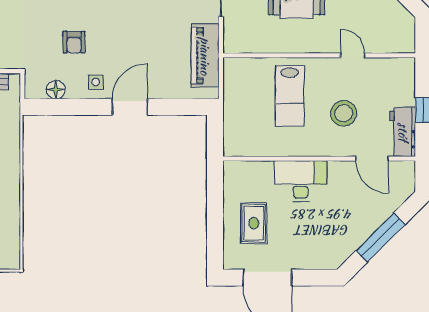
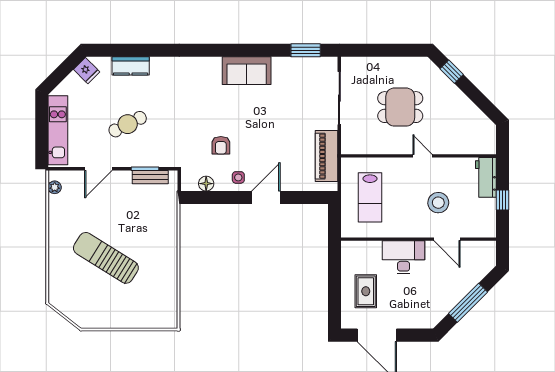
door: (353, 55) -> (423, 156), moved
lab bench: (290, 96) -> (370, 197), moved
workbench: (403, 132) -> (486, 177), moved
door: (372, 159) -> (447, 239), moved

